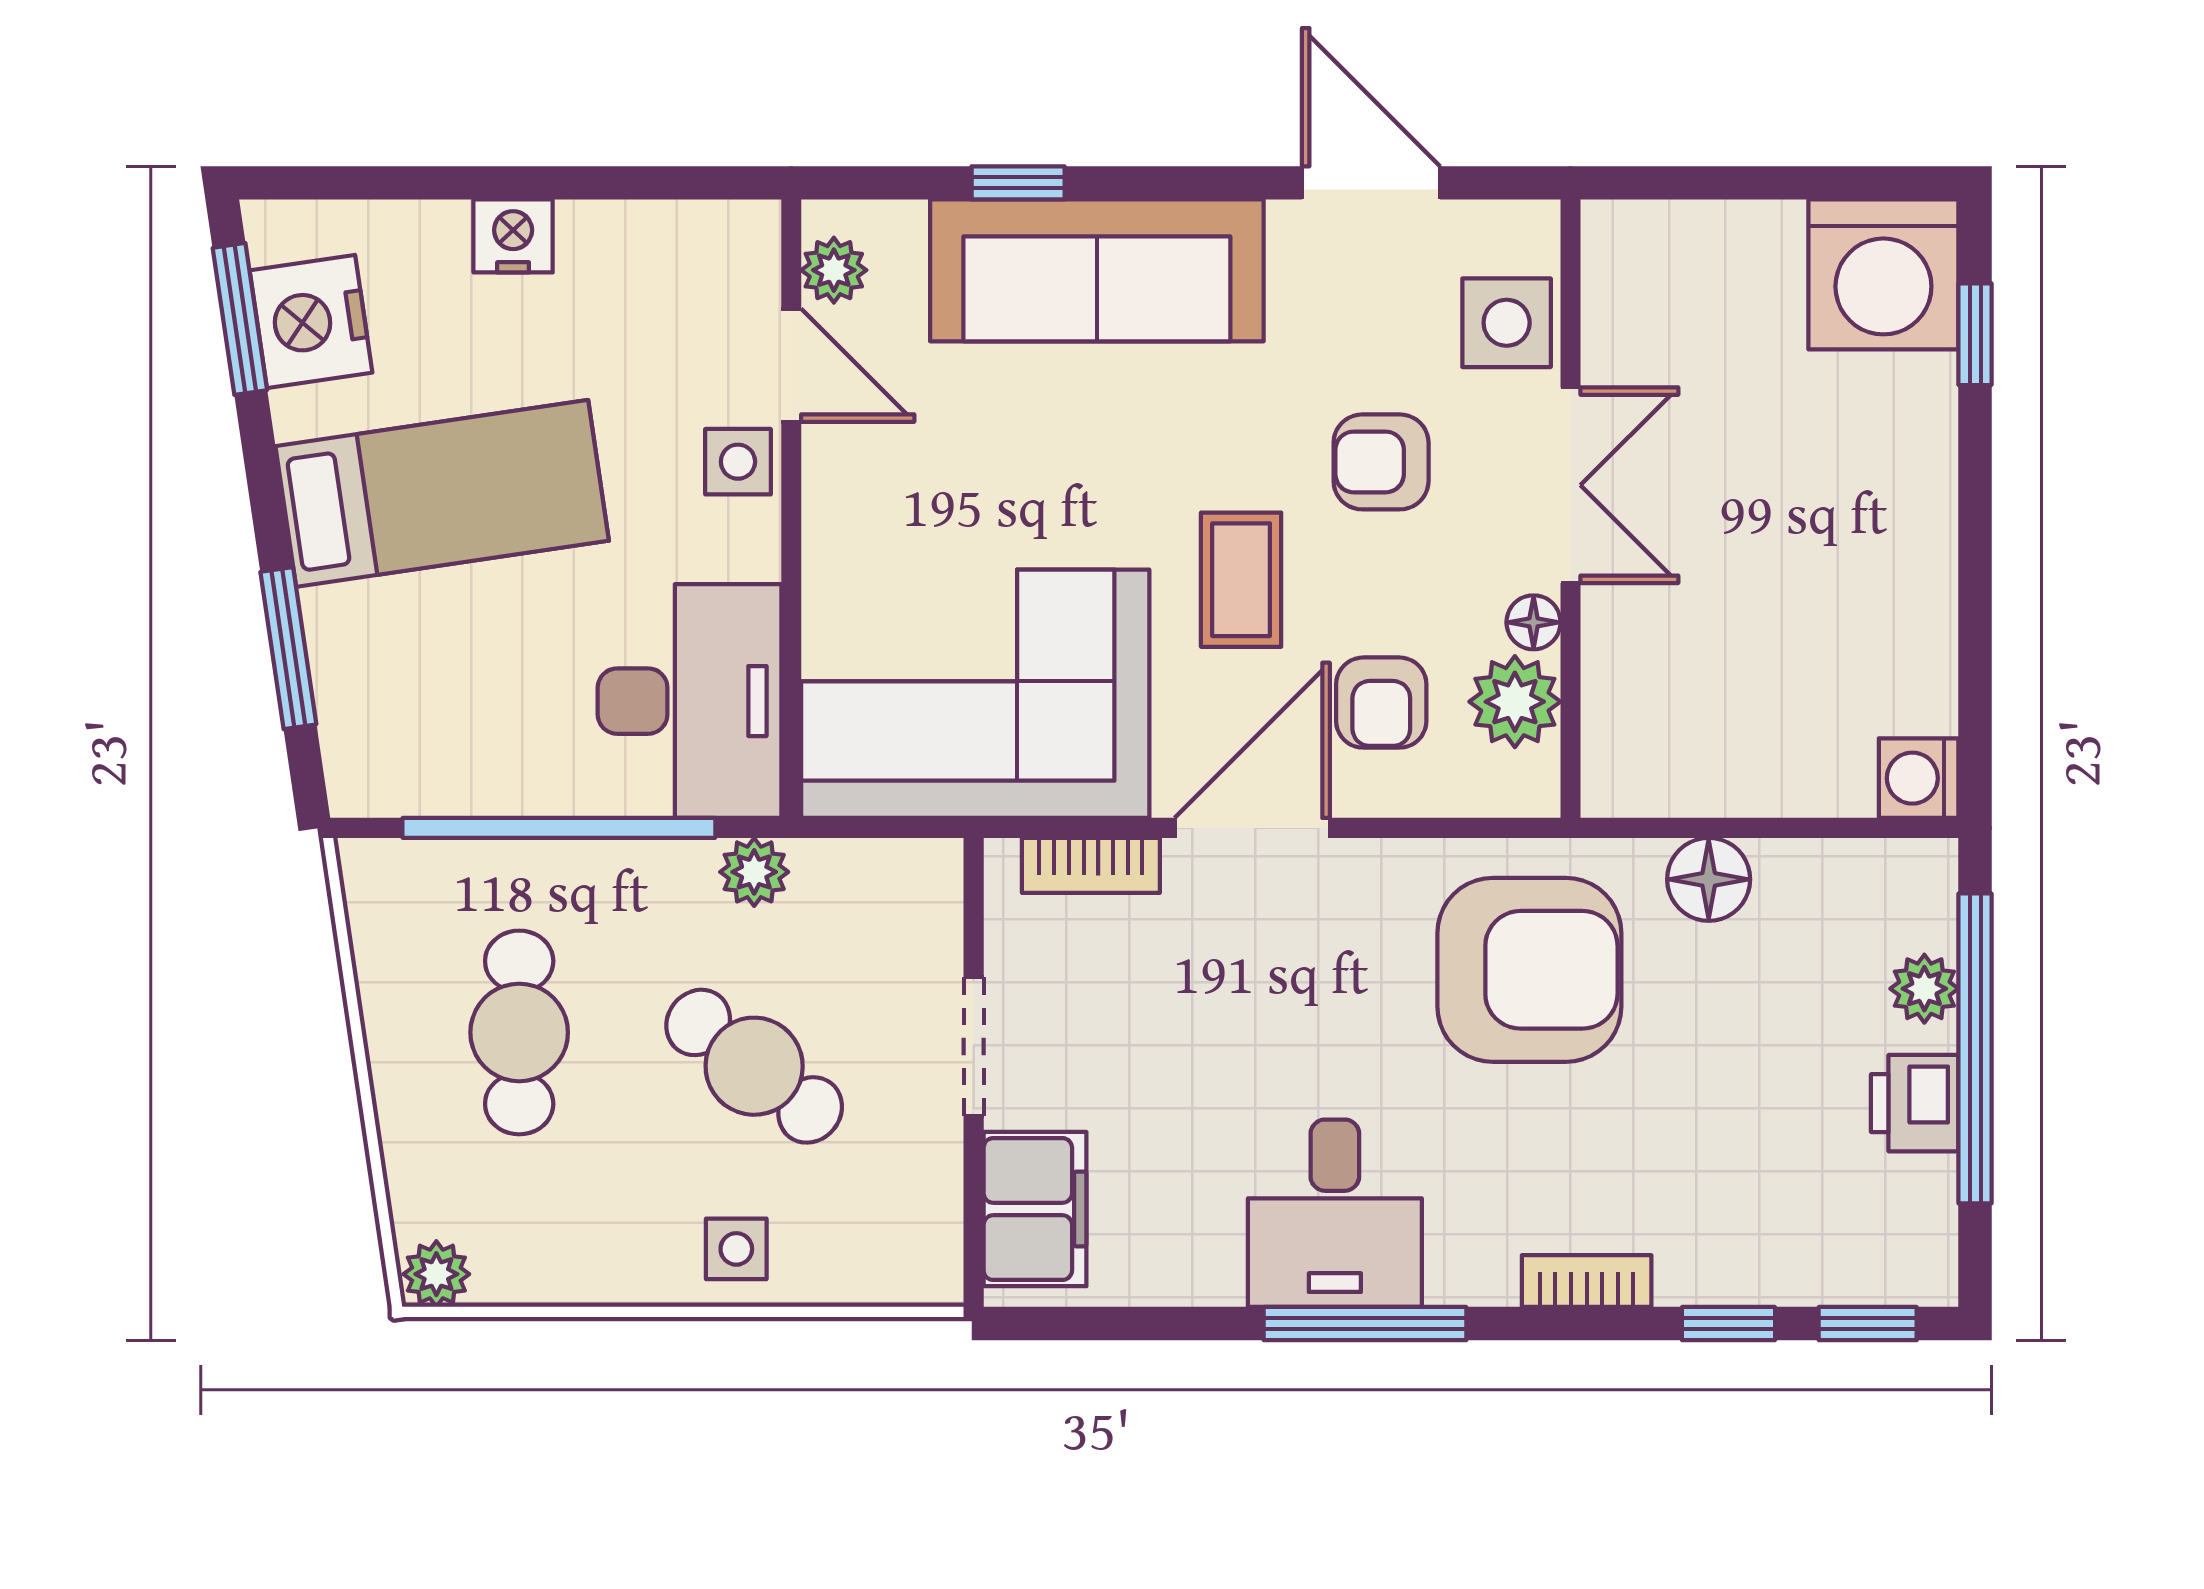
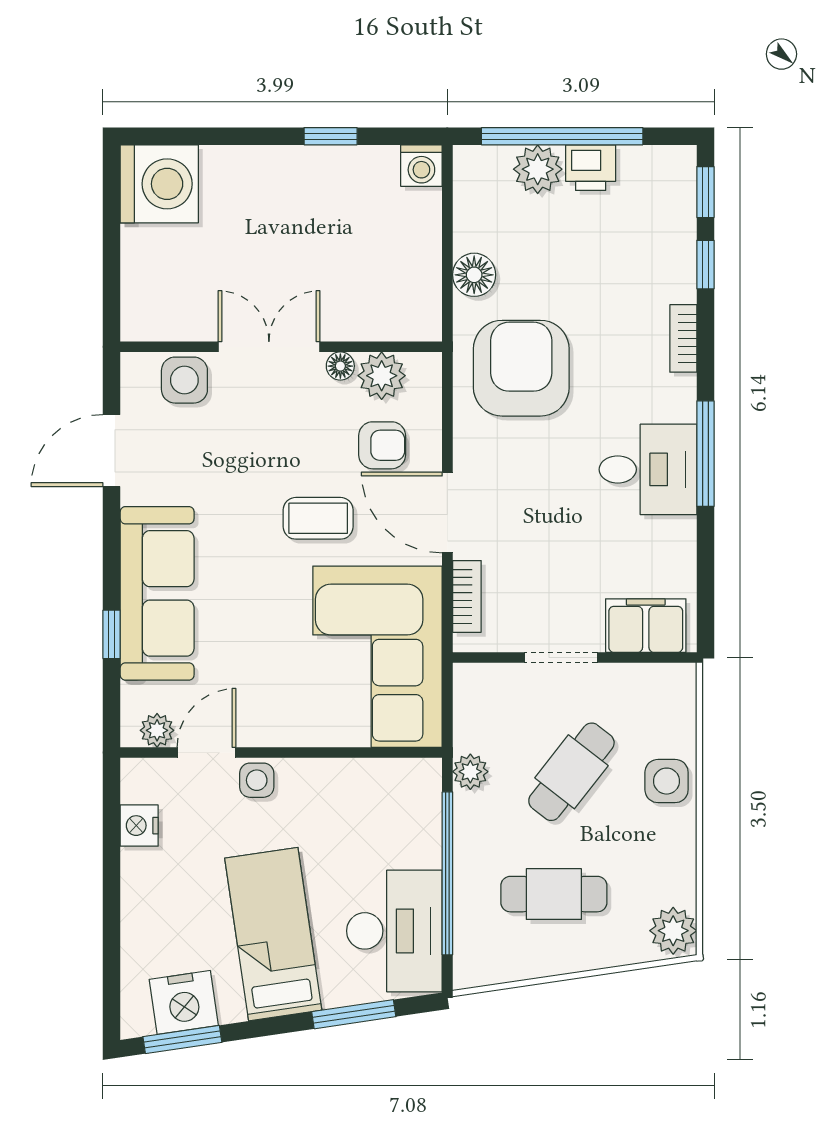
nightstand: (513, 236) -> (139, 826), moved
window: (1975, 334) -> (331, 136), moved
armchair: (1381, 462) -> (257, 445), removed
desk: (690, 701) -> (394, 931), moved, turned 90
plant: (1924, 989) -> (538, 169), width x1.38, depth x1.38
side table: (736, 1249) -> (667, 781), width x1.37, depth x1.37
plant: (436, 1274) -> (673, 931), width x1.38, depth x1.38

